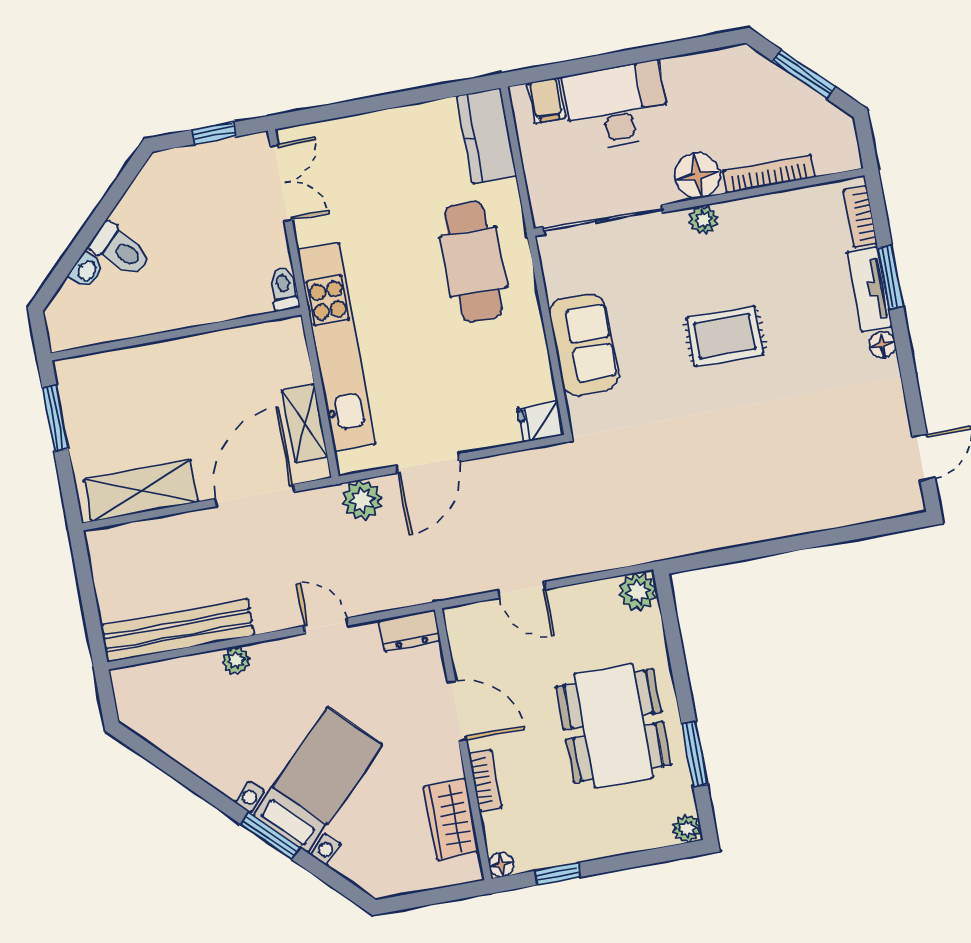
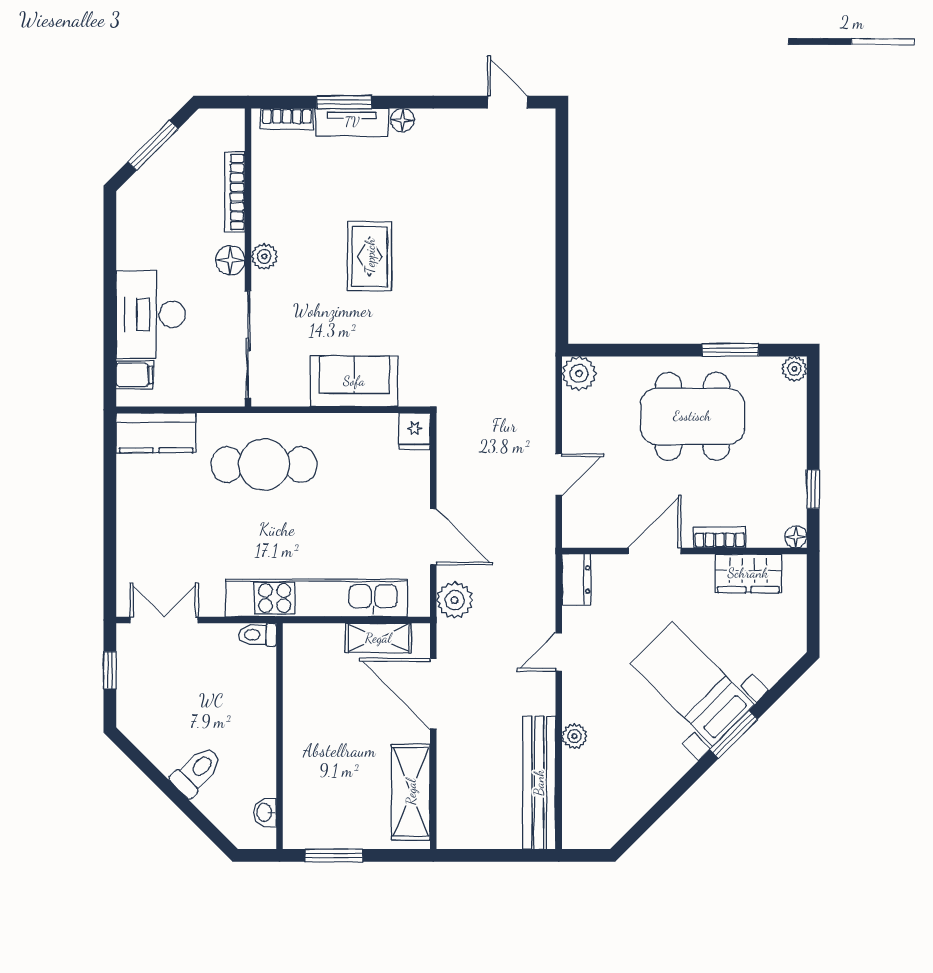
floor lamp: (697, 176) -> (230, 260), width x0.73, depth x0.73
washbasin: (86, 270) -> (265, 812), moved, turned -135

